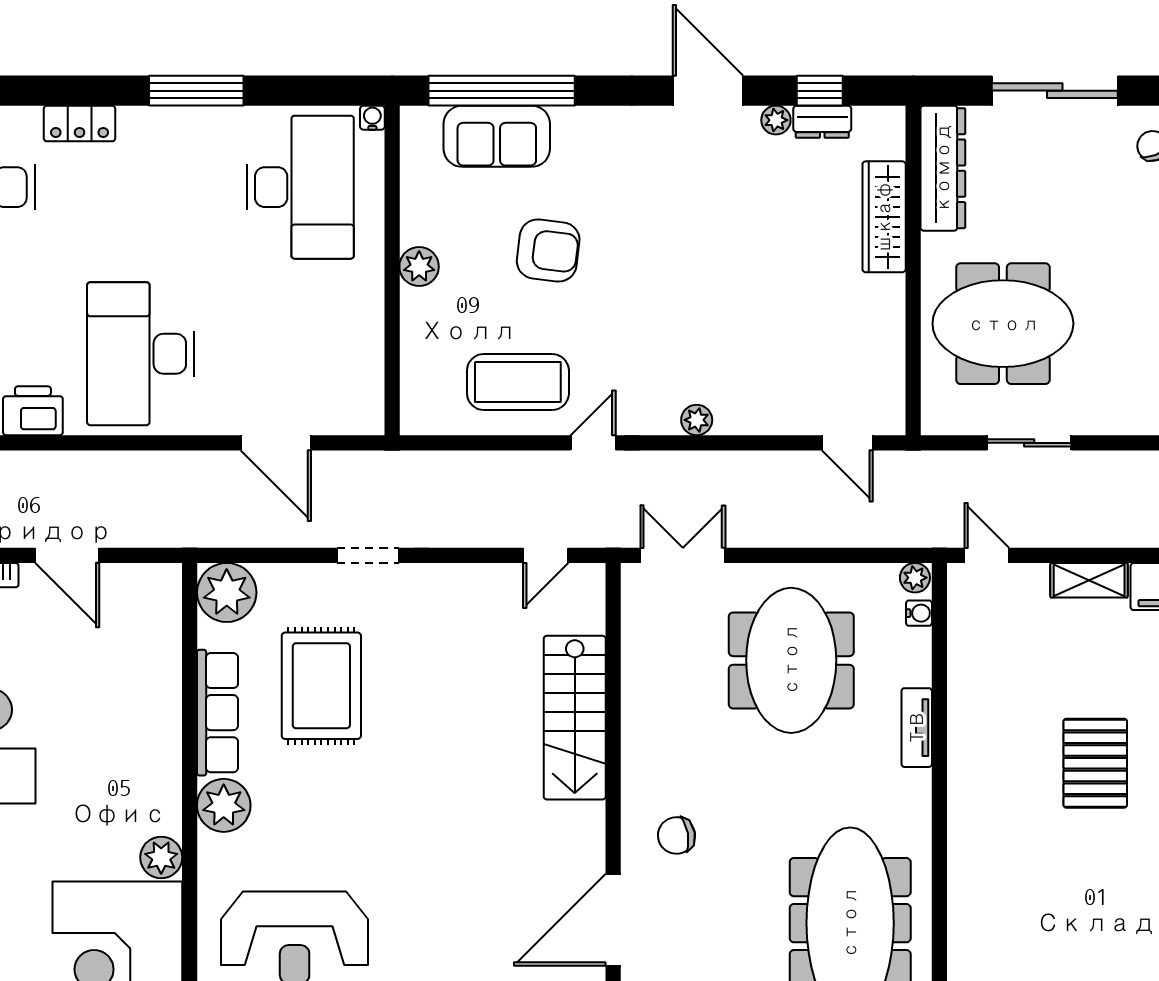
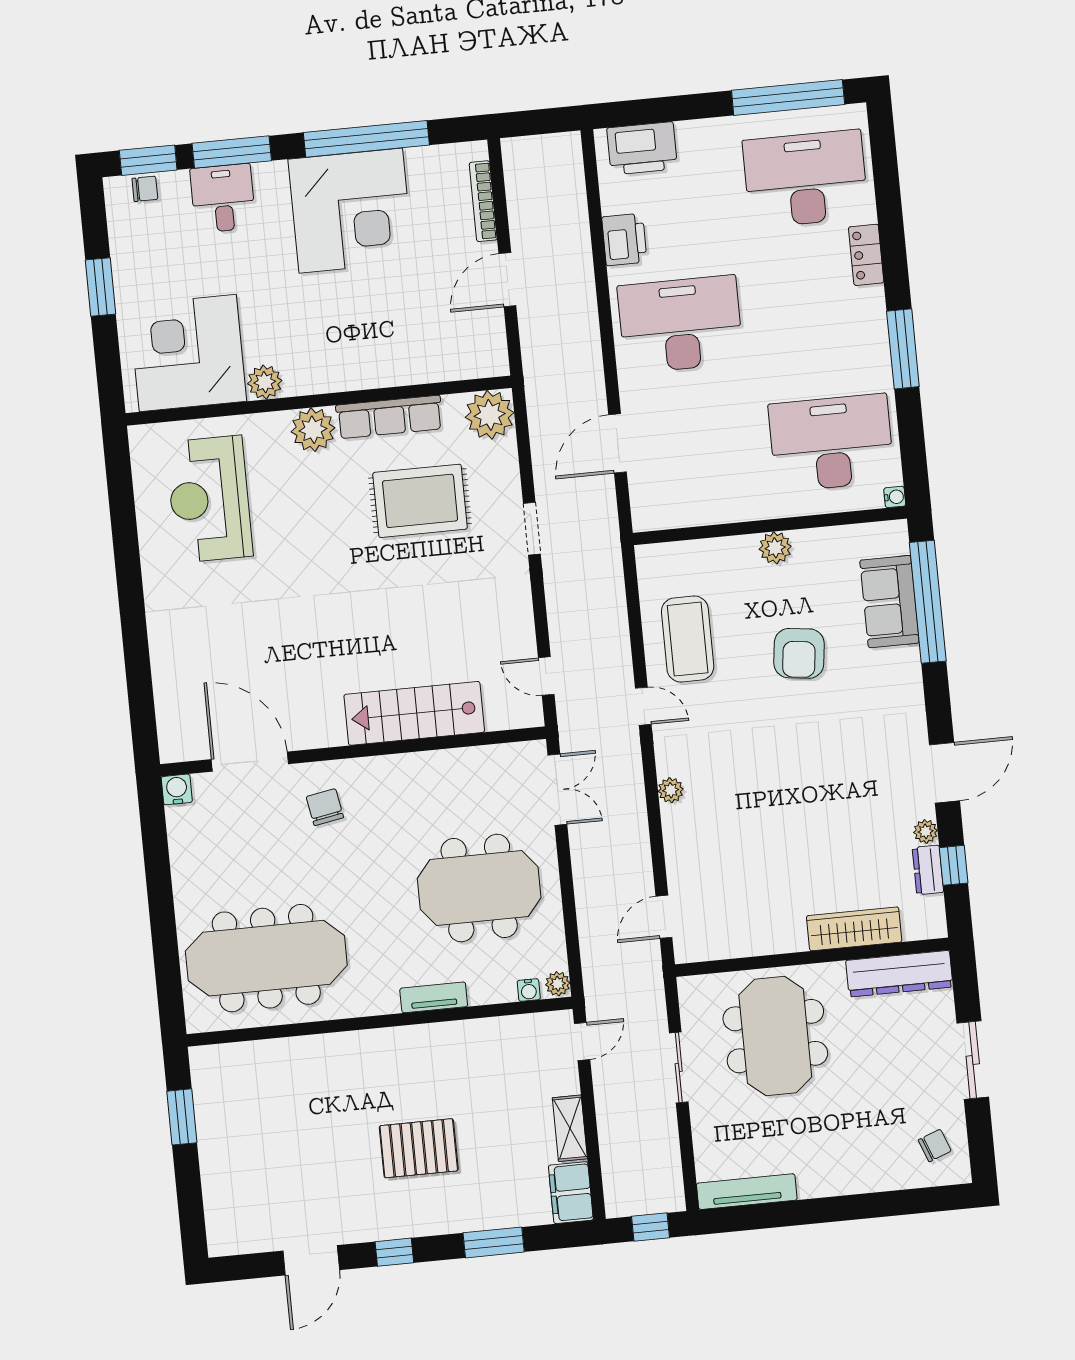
sliding door: (1055, 91) -> (973, 1060), width x0.73
desk: (300, 187) -> (831, 443), turned 180

